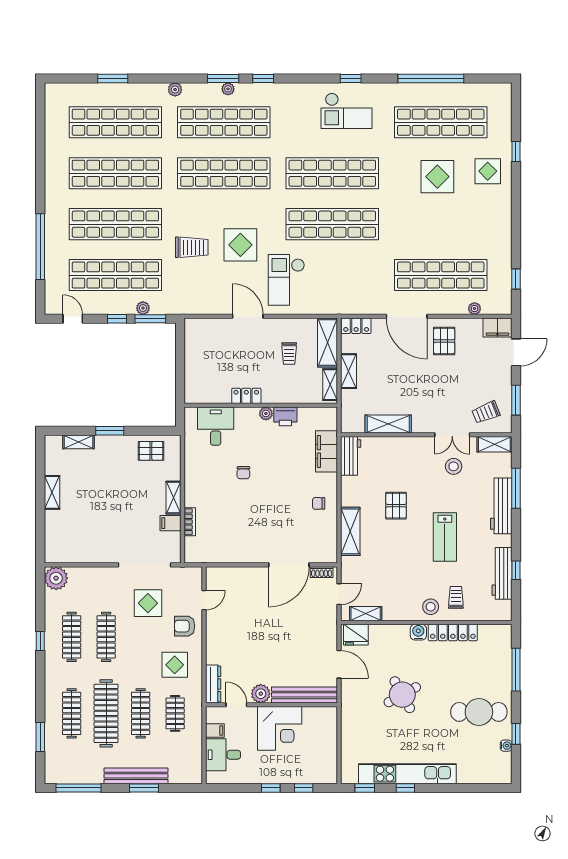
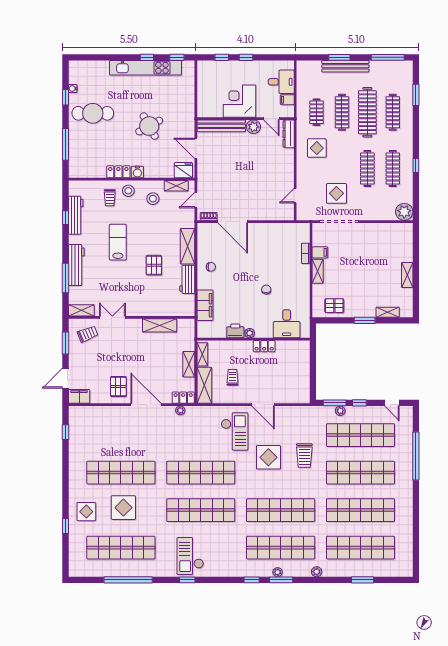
checkout: (347, 111) -> (190, 556), turned -90
trolley: (192, 247) -> (304, 456), turned -90
shop shelf: (441, 275) -> (121, 473), moved
plant: (474, 308) -> (180, 410), moved
workbench: (351, 456) -> (187, 279), moved
stool: (454, 466) -> (153, 199), moved
door: (289, 565) -> (233, 222), swing flipped
armchair: (185, 626) -> (309, 177), removed
locker: (453, 632) -> (118, 172), width x0.66

